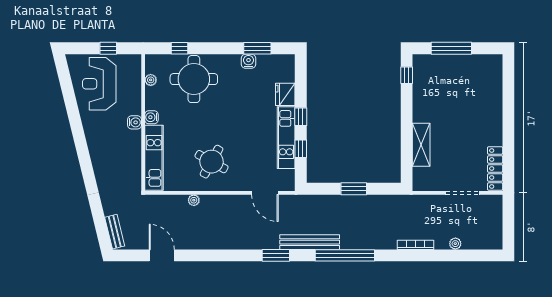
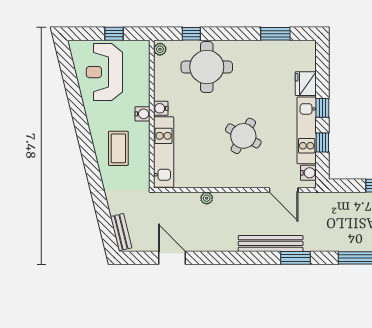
water cooler: (248, 61) -> (308, 173), moved, turned 90
plant: (151, 80) -> (160, 49), moved
coffee table: (112, 154) -> (118, 148), added
round table: (212, 162) -> (243, 136), moved
bench: (310, 242) -> (271, 243), moved

